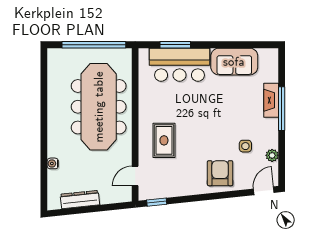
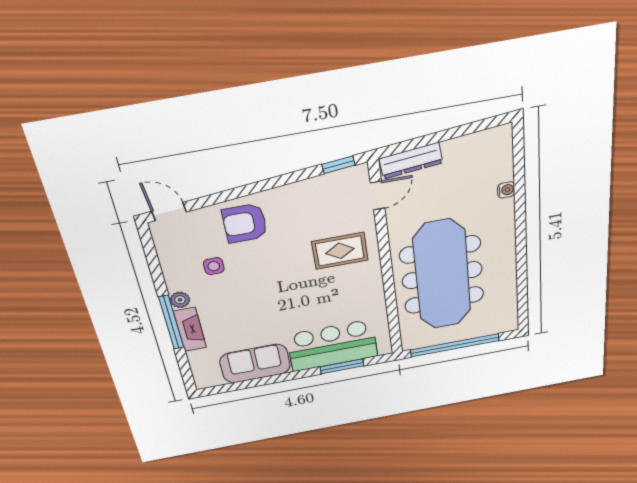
rug: (164, 140) -> (340, 251), turned 90
plant: (272, 155) -> (180, 300), moved
armchair: (220, 173) -> (245, 223), turned 90
door: (264, 191) -> (169, 212), swing flipped
dresser: (80, 200) -> (411, 161), moved

